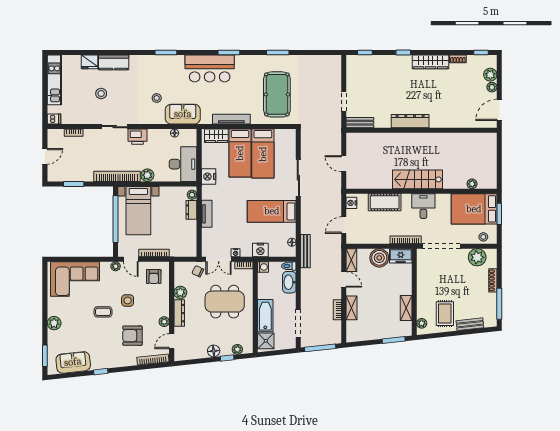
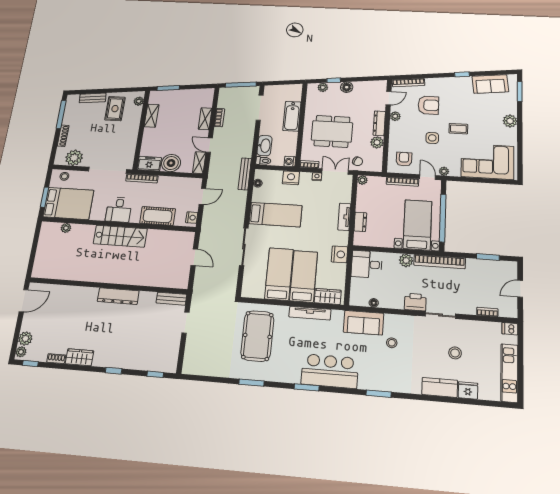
wardrobe: (431, 62) -> (80, 357), width x0.67
plant: (492, 87) -> (21, 352), moved
desk: (183, 164) -> (367, 264), width x0.73
plant: (192, 195) -> (362, 180), moved
shower: (266, 341) -> (294, 94), removed

